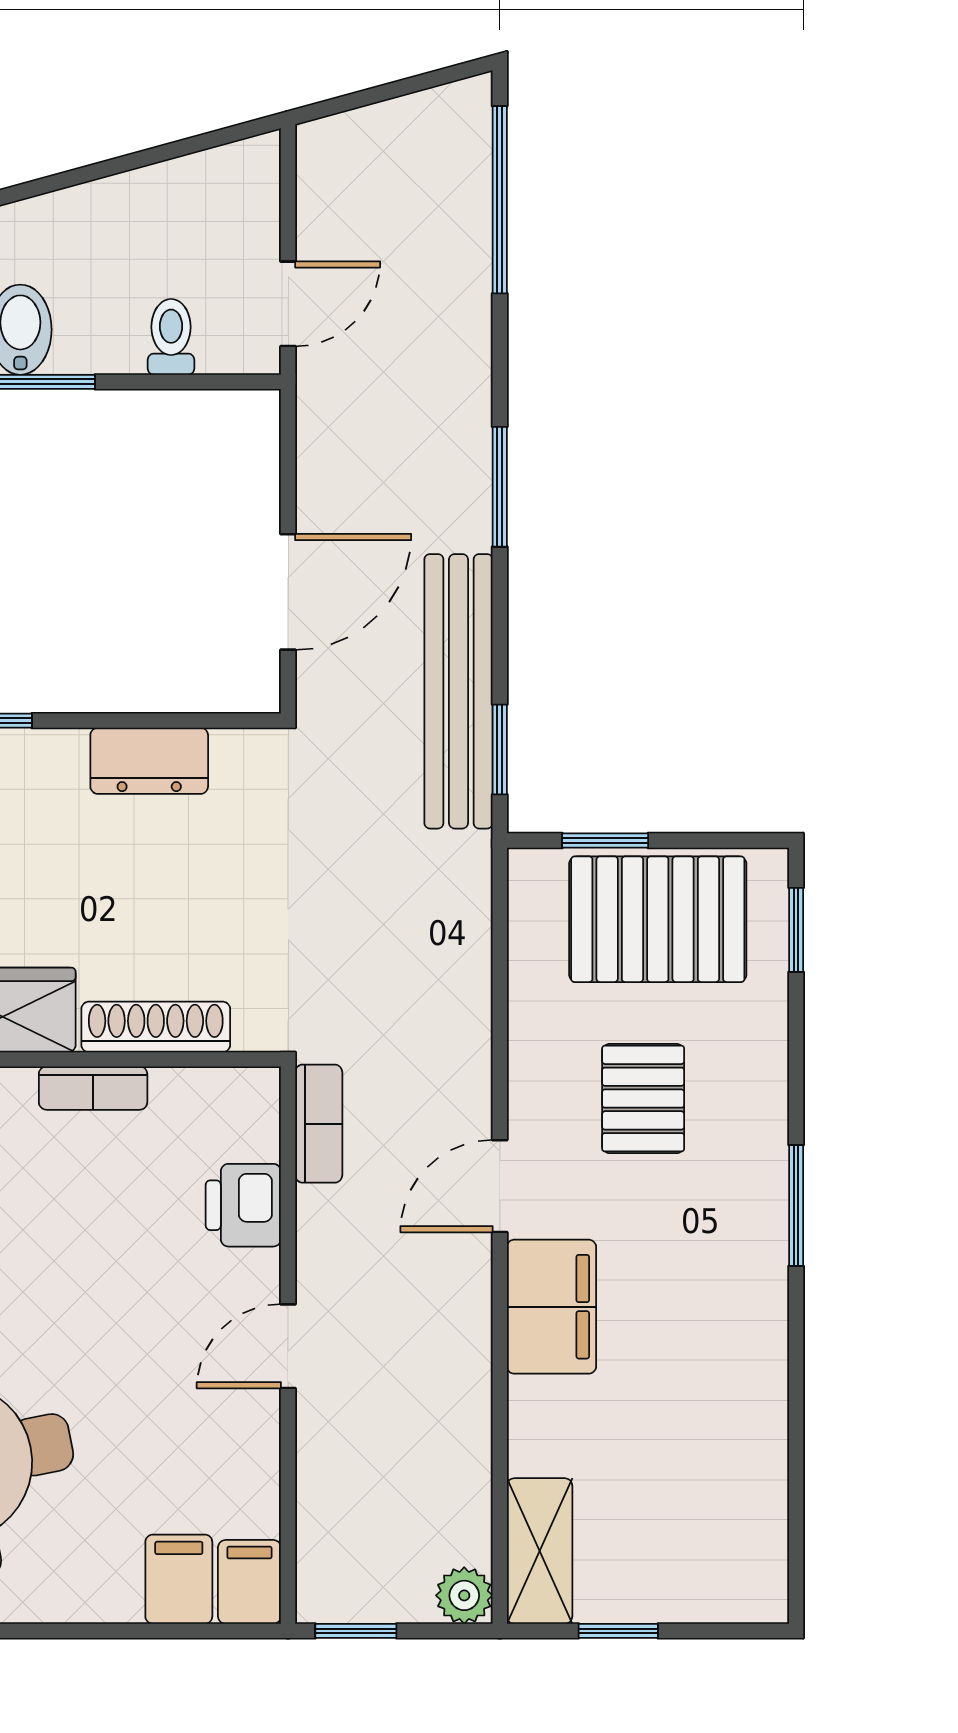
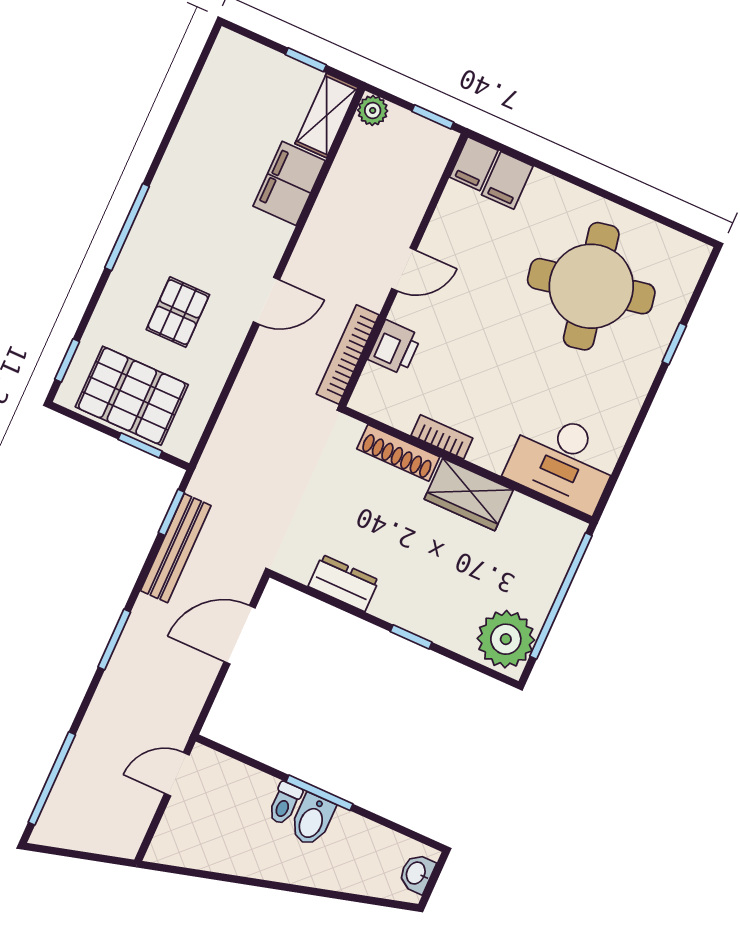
toilet: (171, 337) -> (285, 803), moved
bench: (458, 691) -> (176, 548), width x0.73, depth x0.82
bookcase: (319, 1124) -> (348, 354), width x1.56
window: (796, 1205) -> (127, 227), width x1.44
filing cabinet: (551, 1307) -> (289, 183), moved

